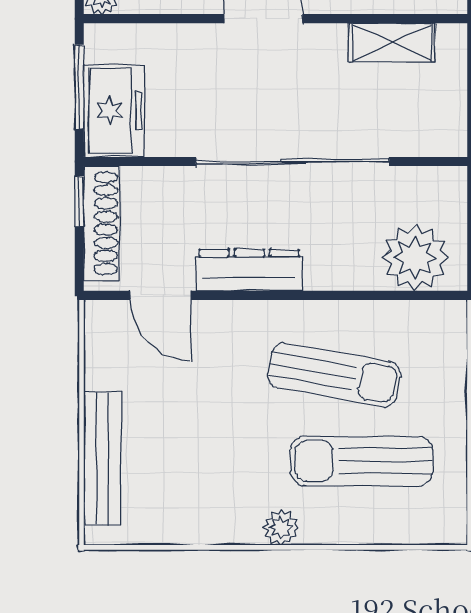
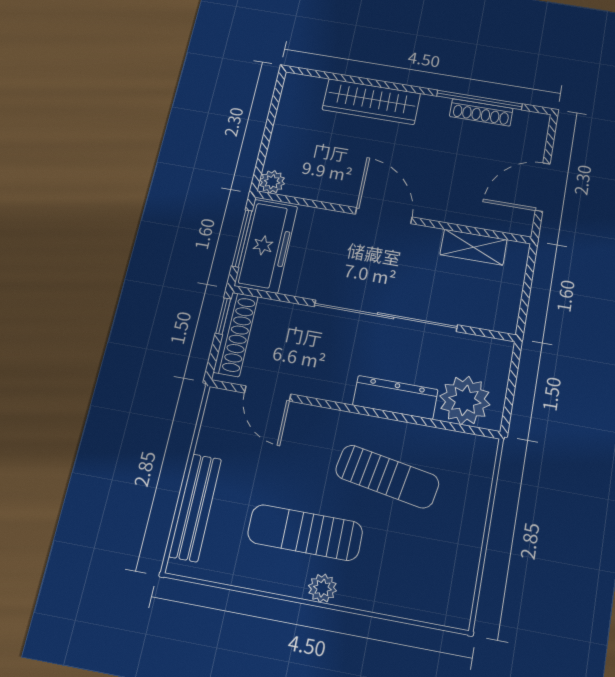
freezer: (114, 111) -> (266, 246), width x1.40
dresser: (249, 270) -> (395, 397), moved
sun lounger: (362, 461) -> (305, 533), moved

